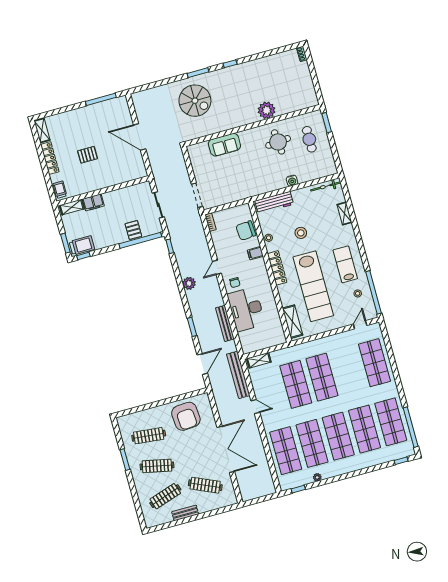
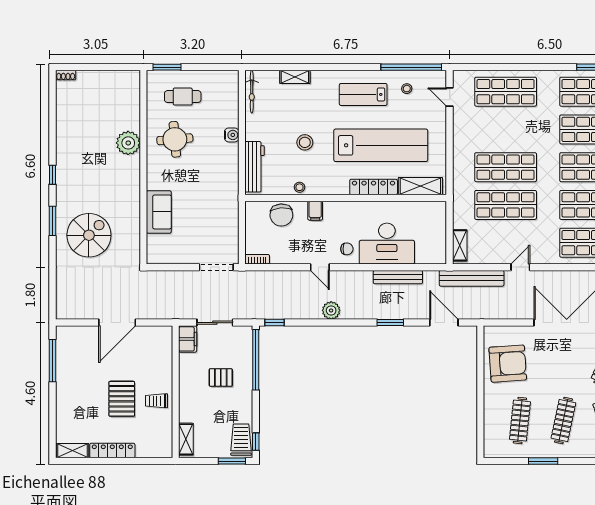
pallet: (88, 155) -> (122, 399), width x1.50, depth x1.42
trolley: (60, 190) -> (156, 401), moved
filing cabinet: (93, 202) -> (188, 339), moved
pallet: (133, 230) -> (221, 377), moved
locker: (277, 268) -> (374, 187), moved

